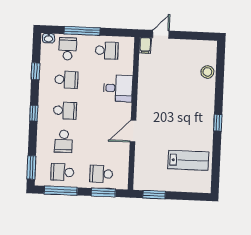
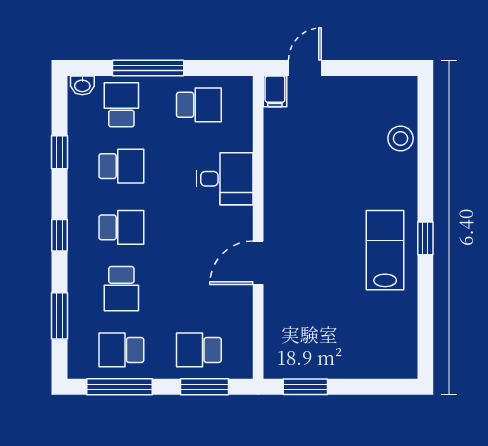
lab bench: (188, 160) -> (385, 250), moved, turned -90
window: (31, 167) -> (59, 316), moved

